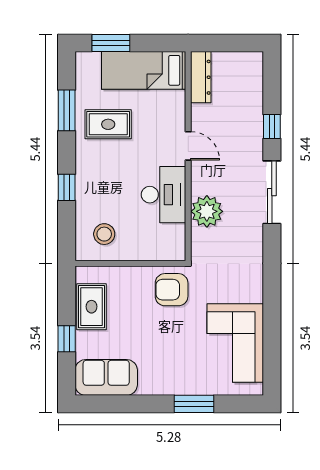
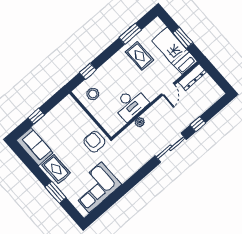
window: (111, 43) -> (183, 38), moved
door: (188, 146) -> (168, 89), moved
window: (67, 187) -> (88, 71), moved
plant: (207, 211) -> (140, 122), width x0.53, depth x0.53
rug: (91, 307) -> (56, 169), moved, turned 90

